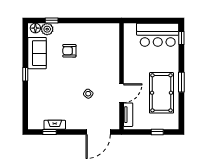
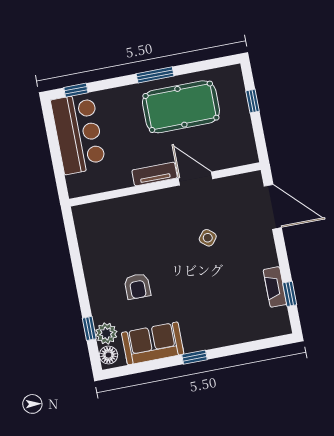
tv unit: (128, 115) -> (155, 174), moved

